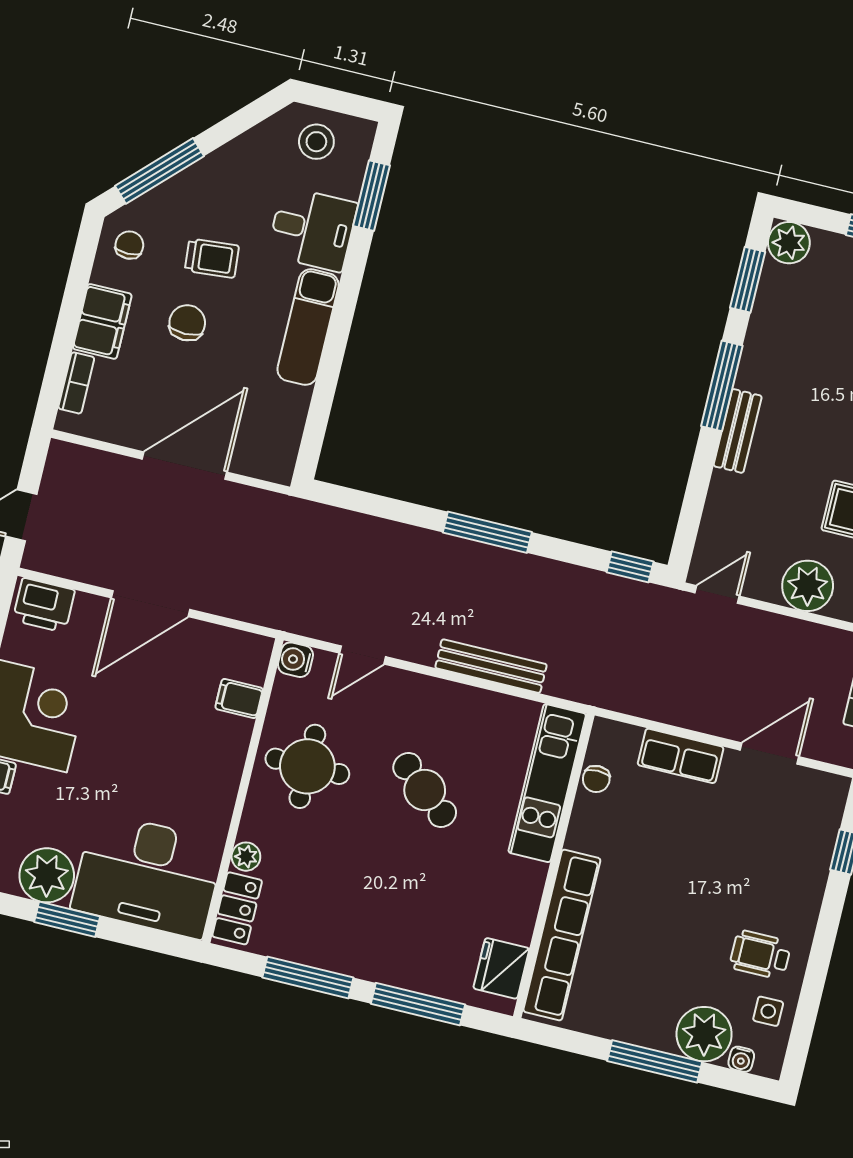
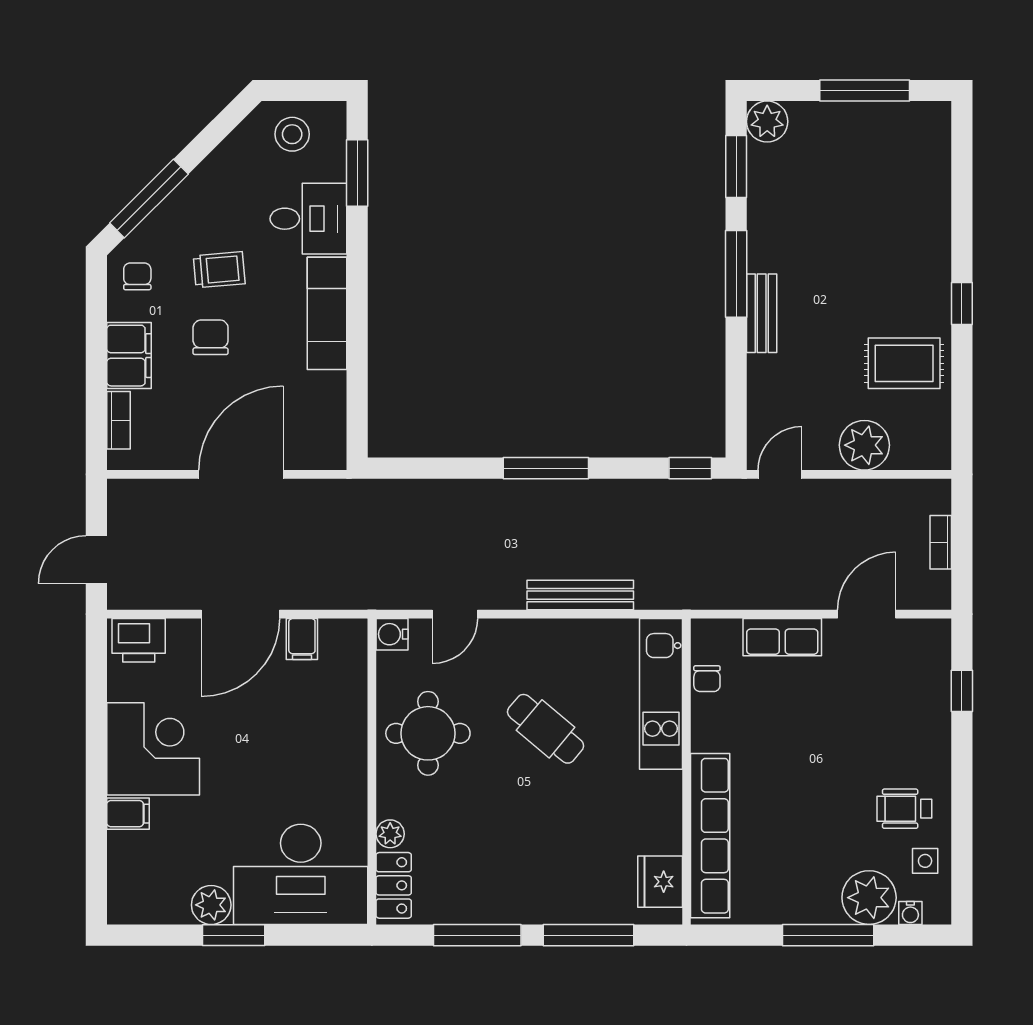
filing cabinet: (239, 698) -> (302, 639), moved, turned -90
plant: (47, 875) -> (211, 905), width x0.73, depth x0.73

